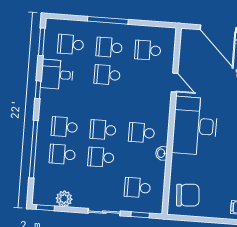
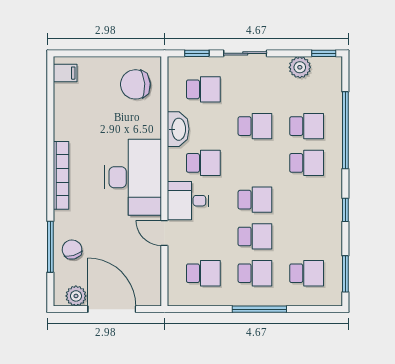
desk: (57, 75) -> (188, 201), moved, turned 180
school desk: (103, 130) -> (255, 200), moved
washbasin: (161, 153) -> (178, 129), width x1.91, depth x1.45

